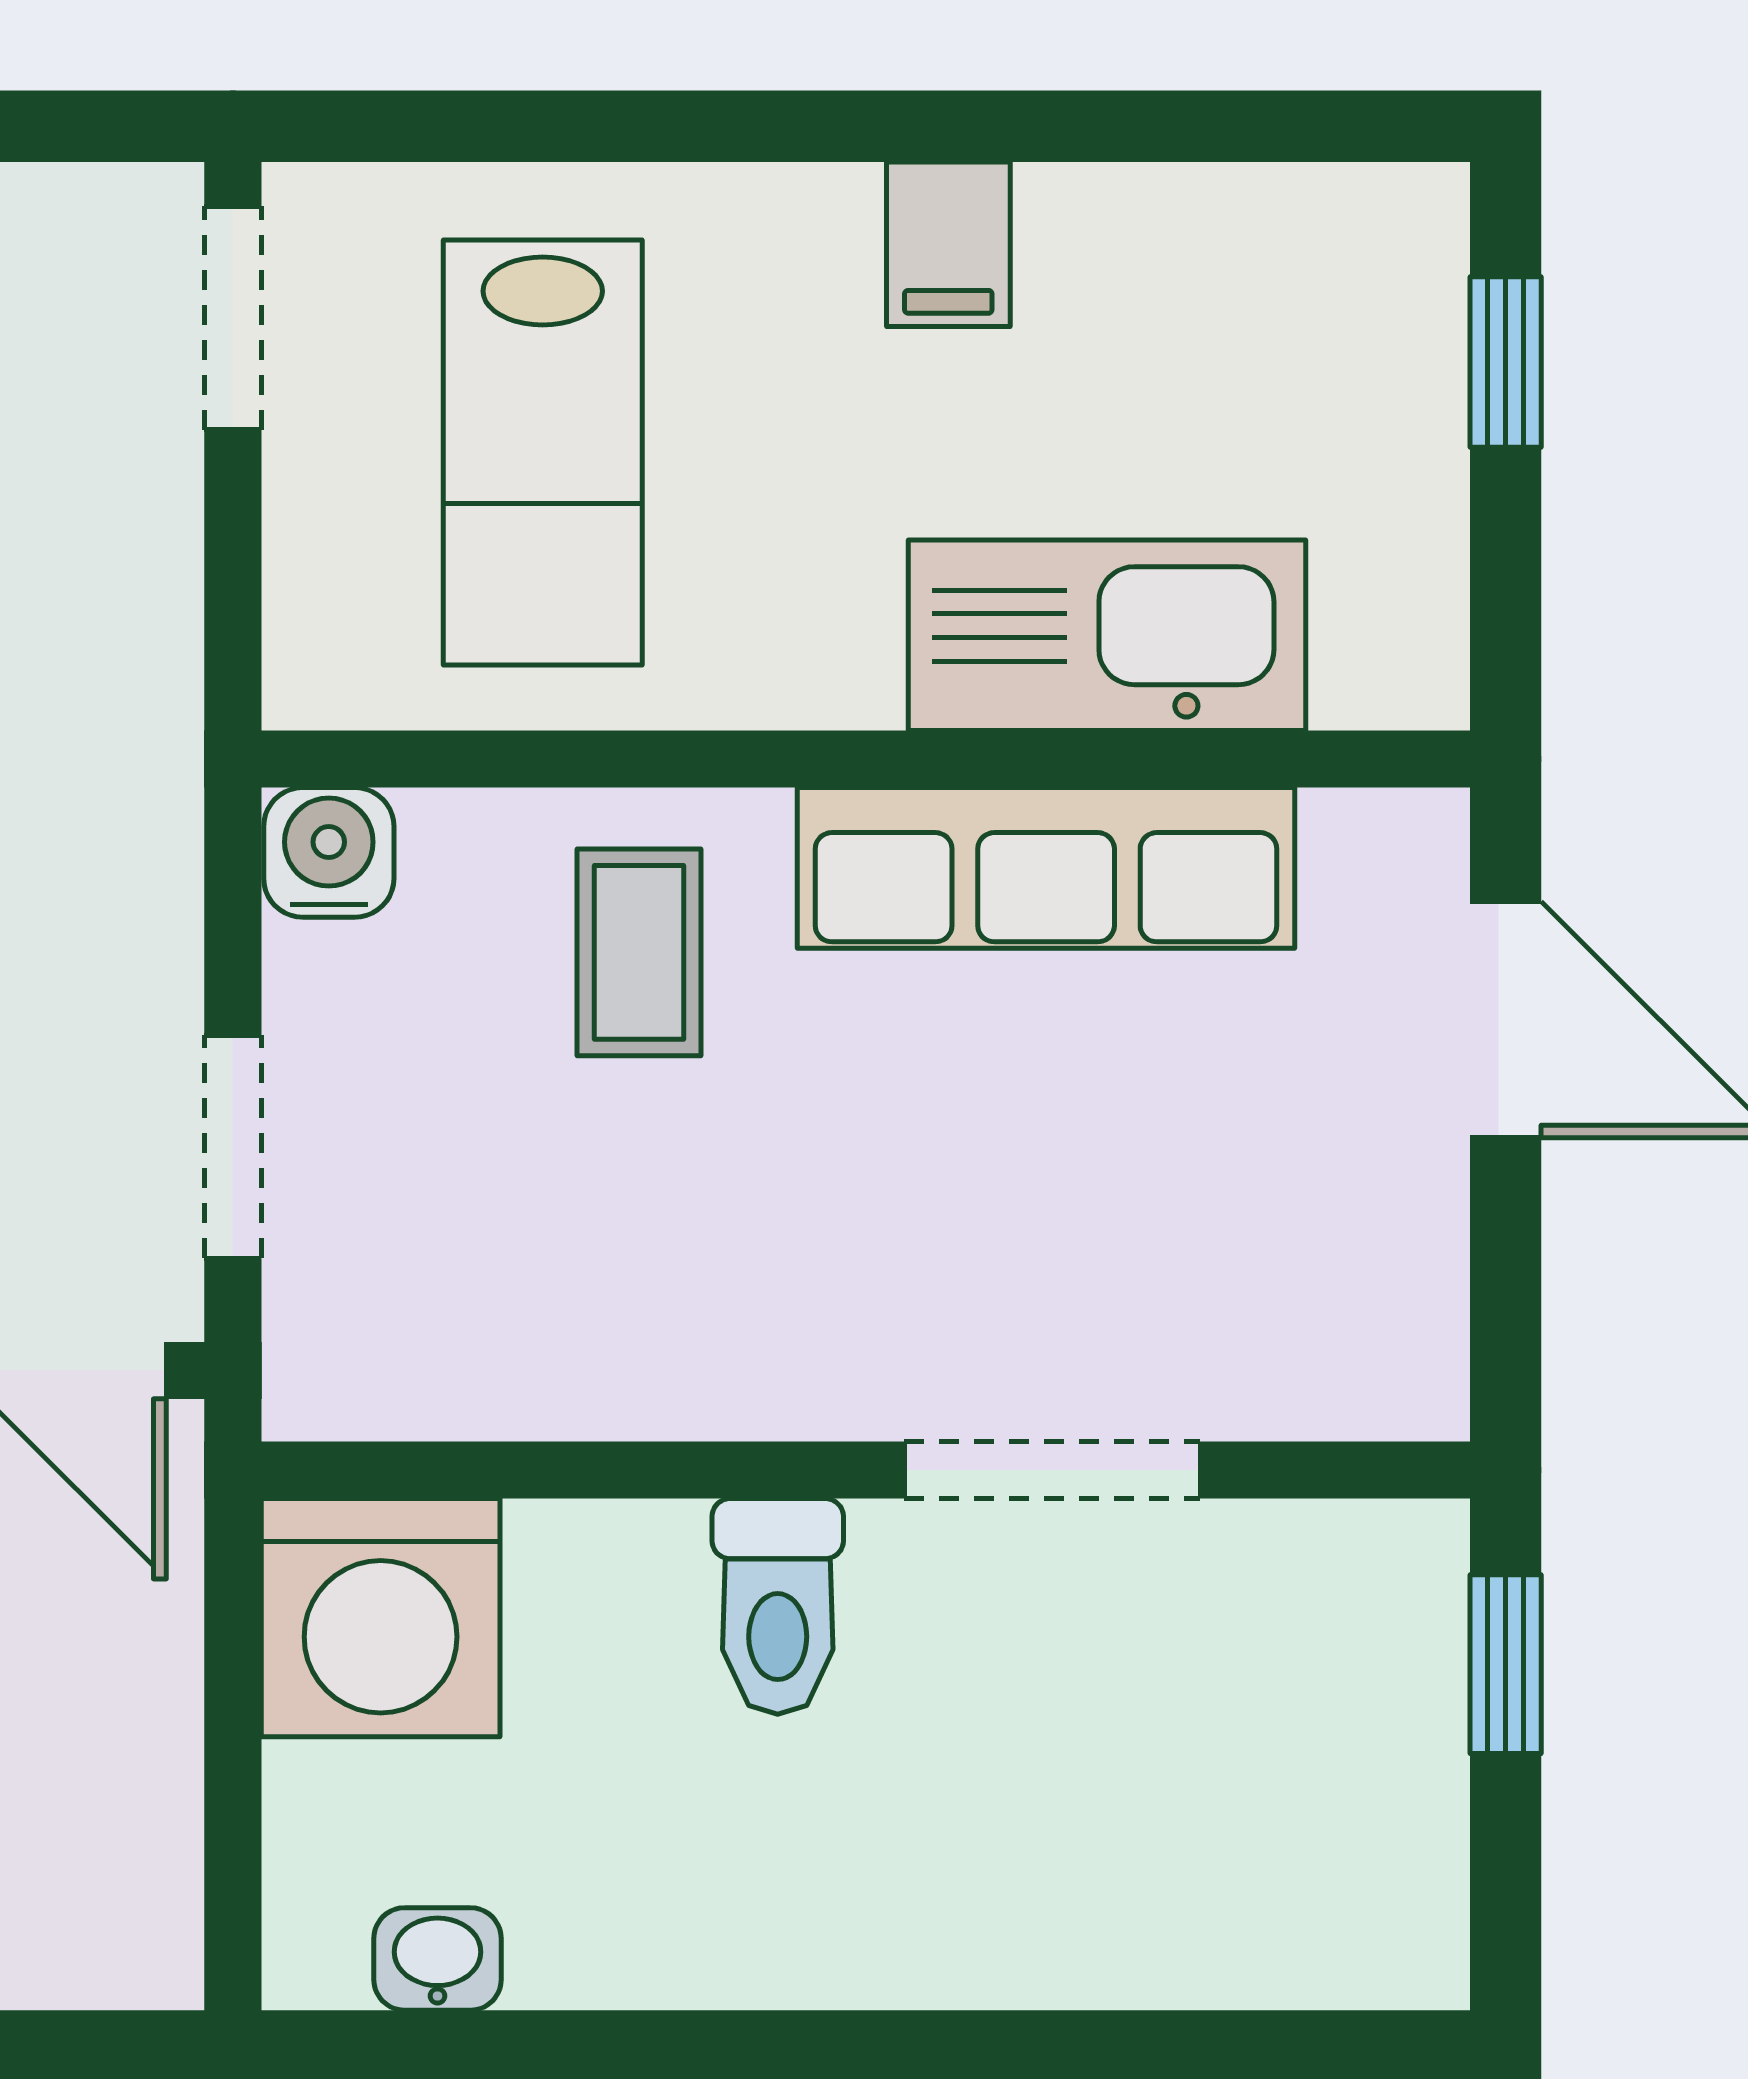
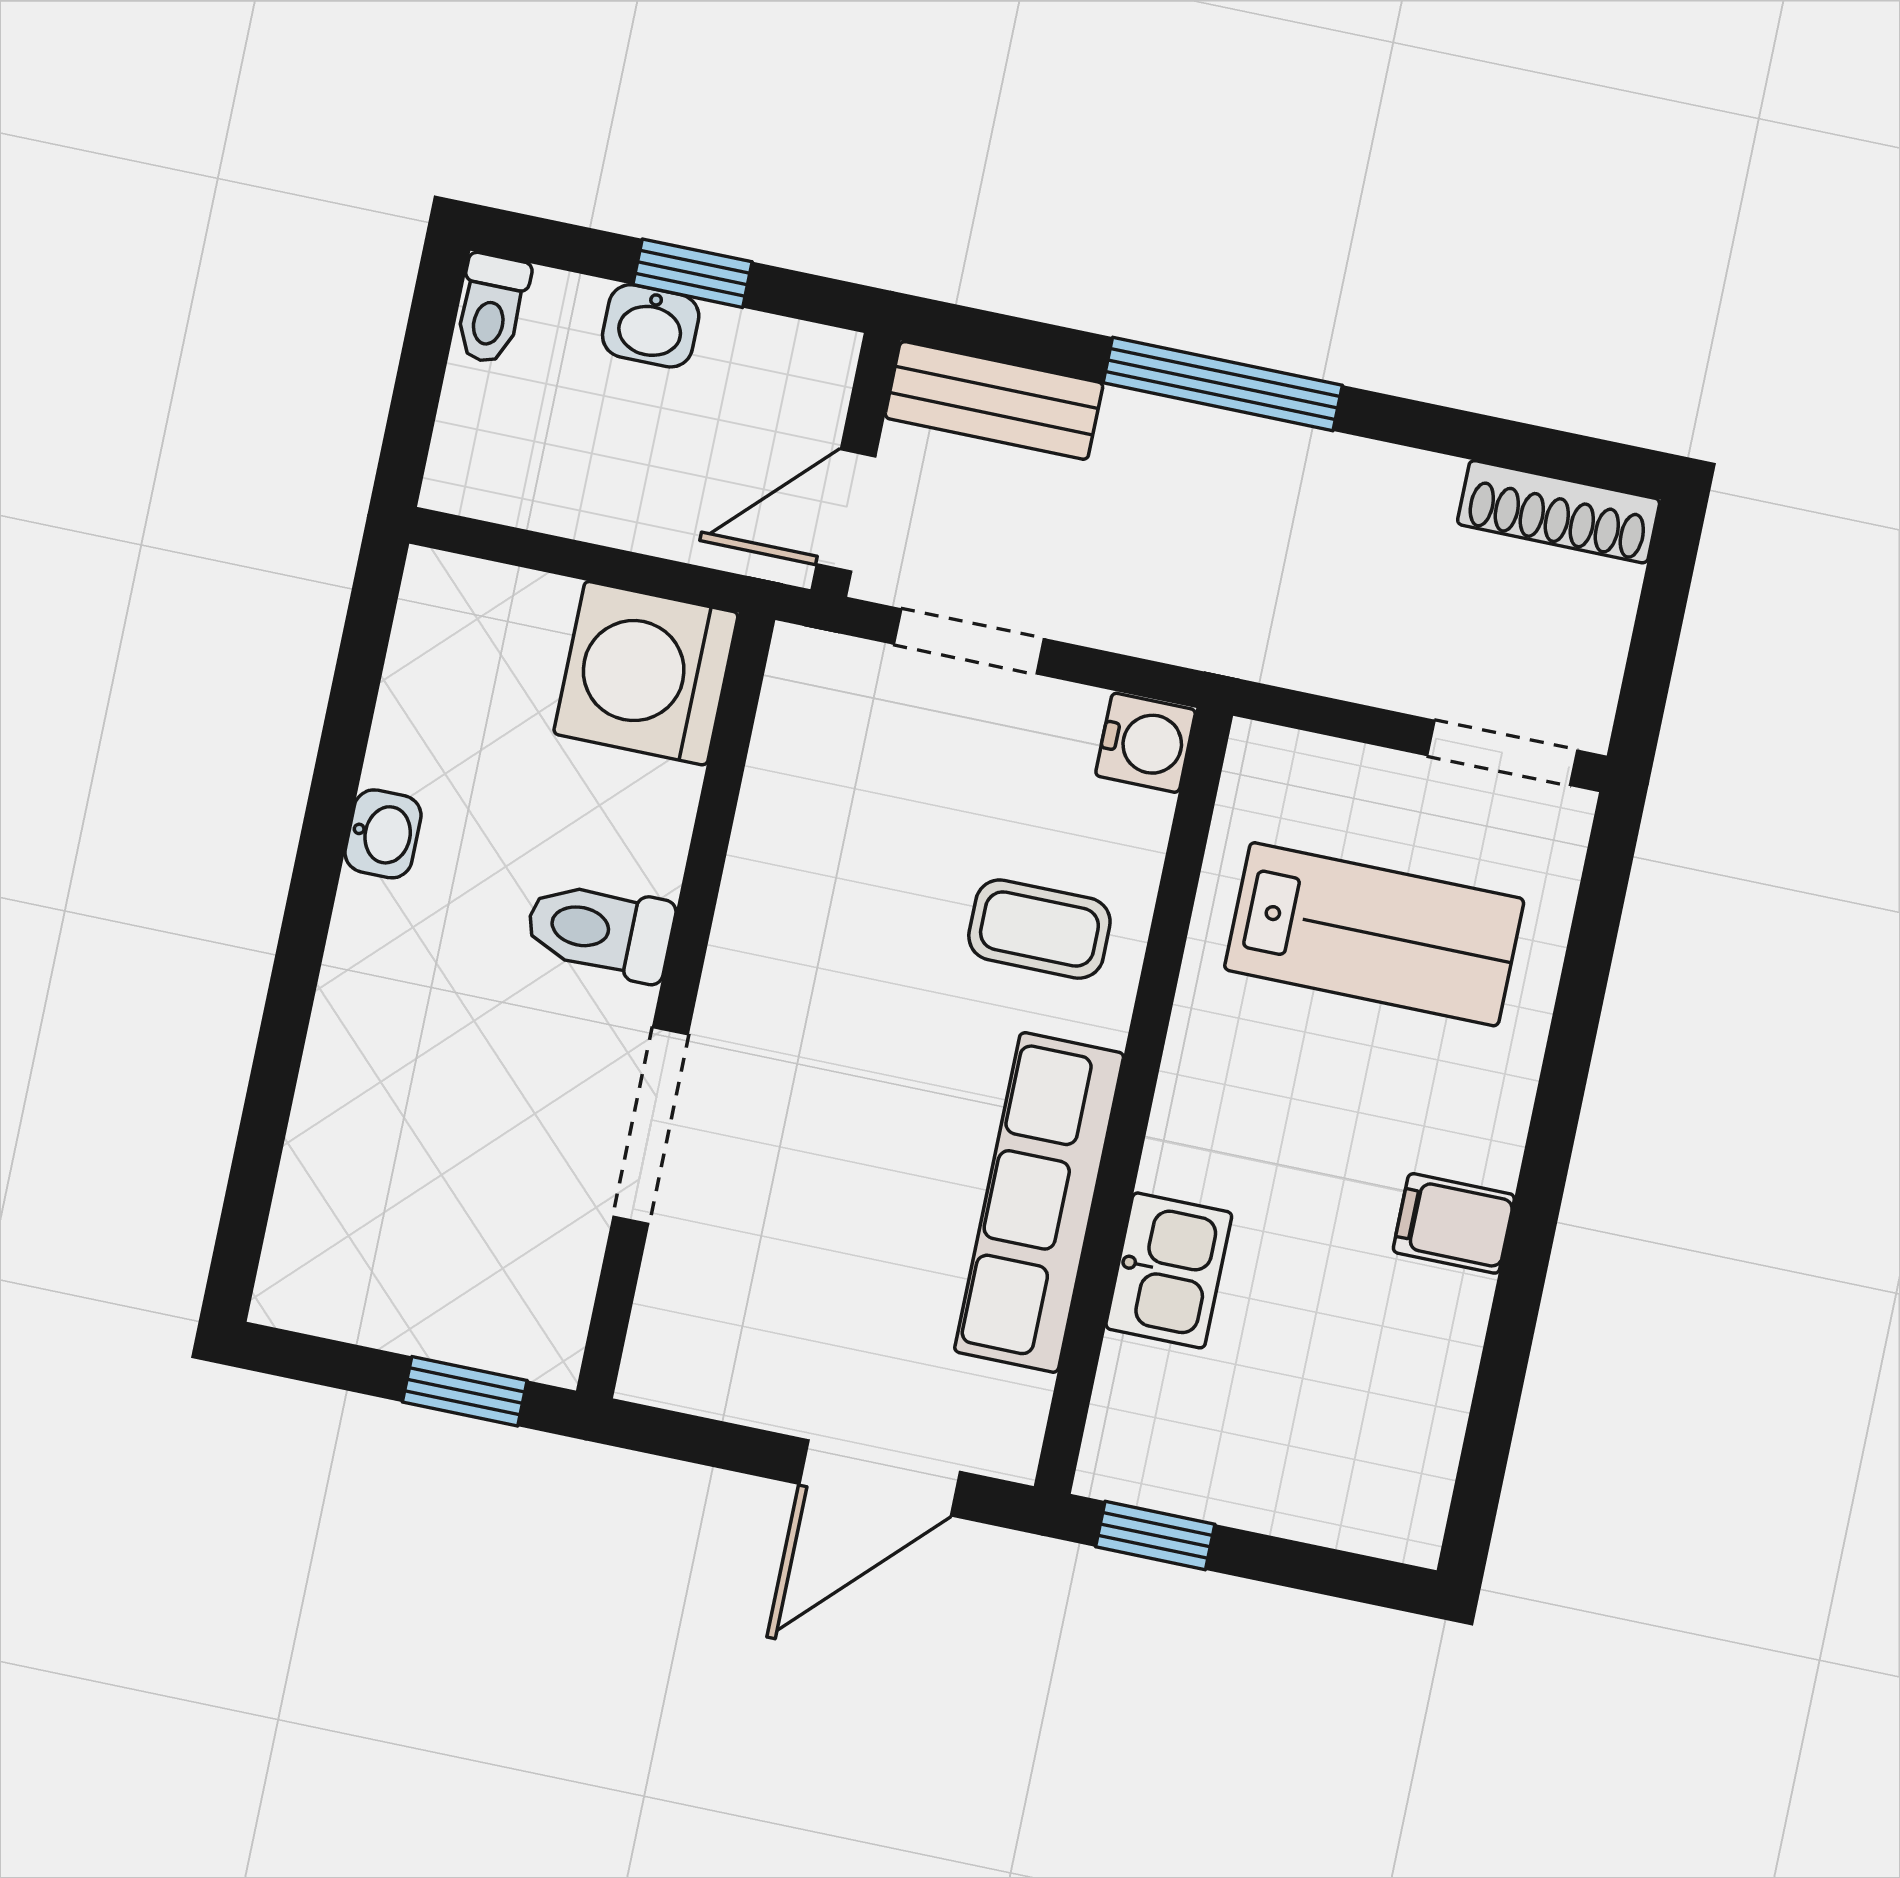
window: (1506, 362) -> (1155, 1535), moved
lab bench: (543, 453) -> (1374, 934), turned 180
kitchen sink: (1107, 635) -> (1169, 1270), width x0.53, depth x0.81
washbasin: (437, 1959) -> (383, 834), moved

